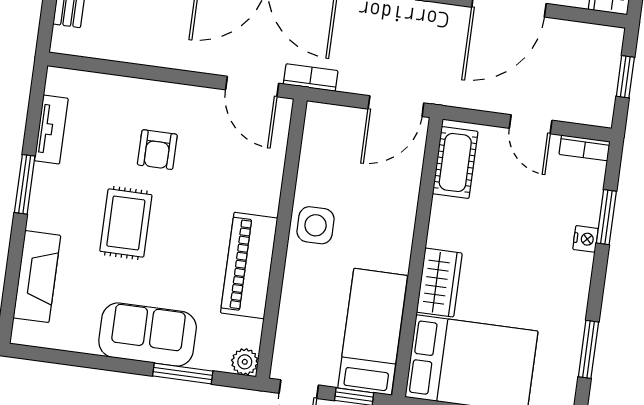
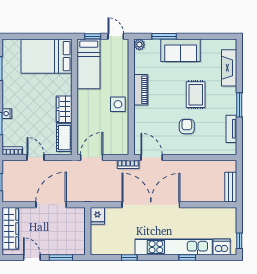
piano: (249, 265) -> (141, 90), width x0.73, depth x0.75
wardrobe: (439, 283) -> (64, 109), moved

